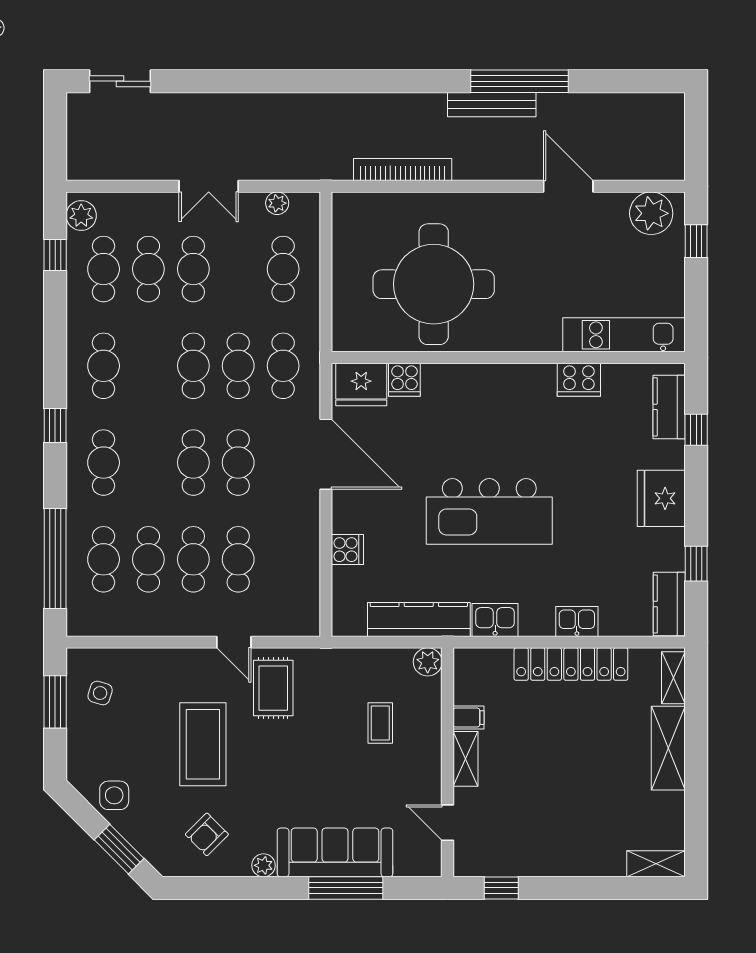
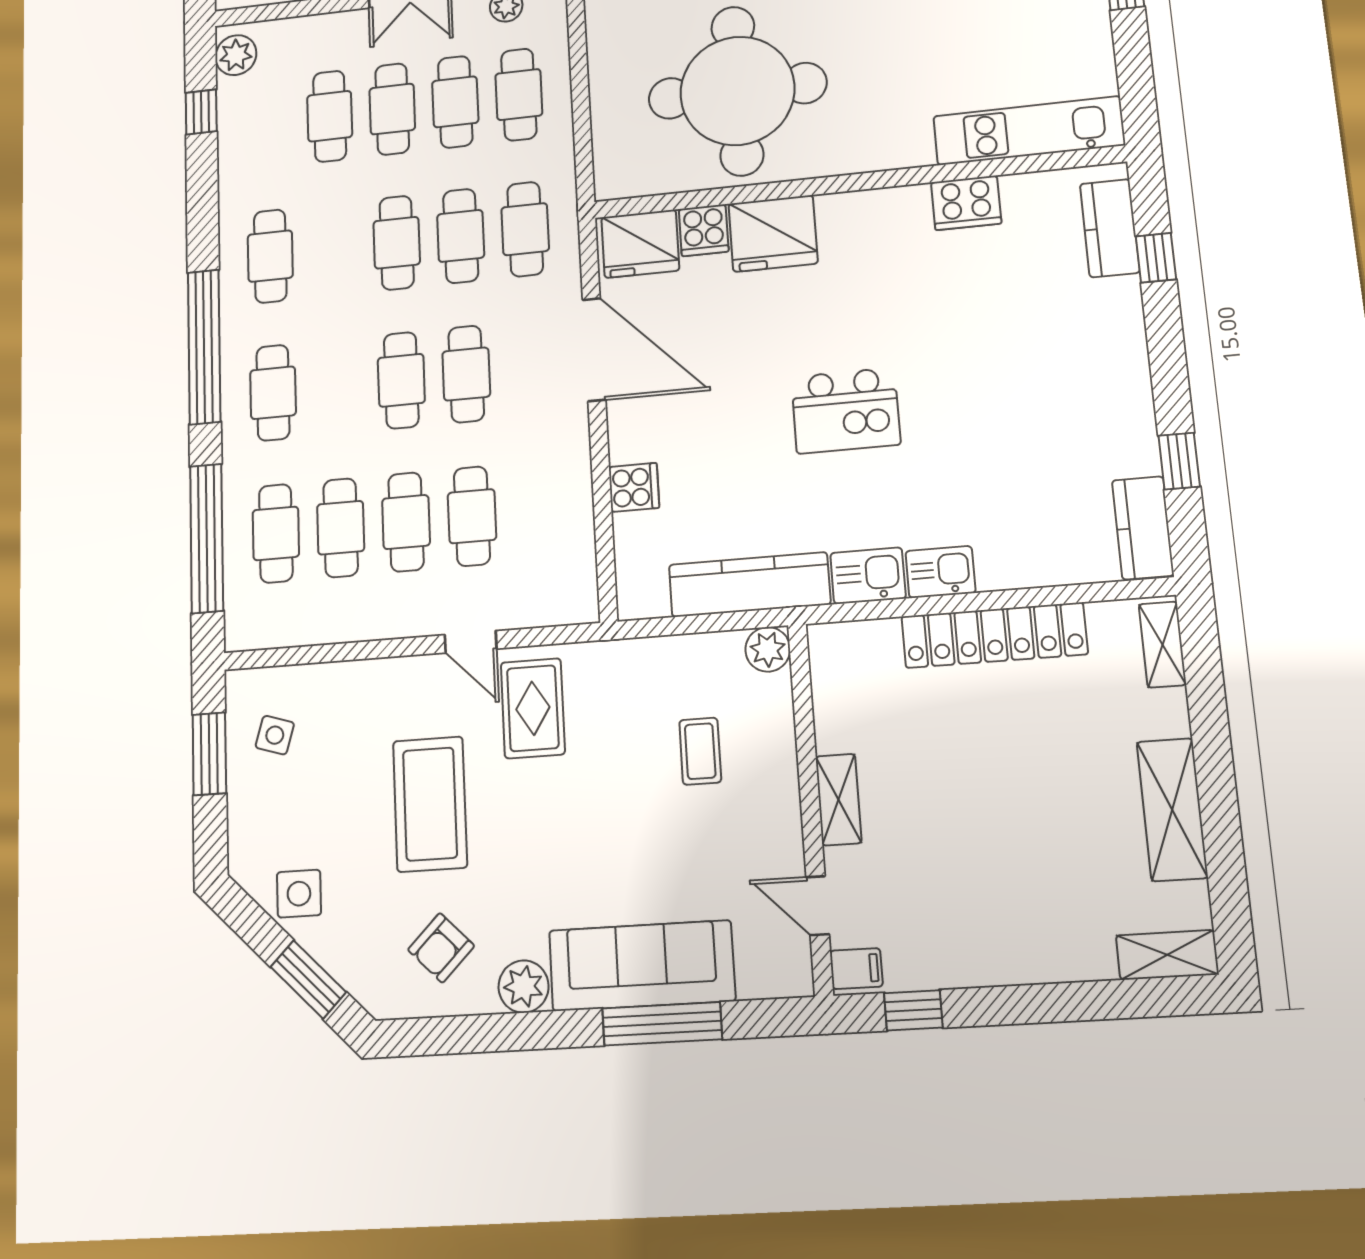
cafe table: (104, 269) -> (455, 102), moved
window: (55, 426) -> (204, 347), width x3.17
fridge: (661, 498) -> (773, 233), moved, turned -90
kitchen island: (489, 511) -> (846, 411), width x0.54, depth x0.78
kitchen sink: (577, 621) -> (940, 572), moved
filing cabinet: (468, 718) -> (856, 969), moved
shelving: (668, 748) -> (1172, 810), moved
plant: (263, 865) -> (524, 987), width x1.38, depth x1.38

